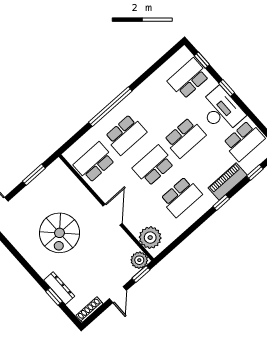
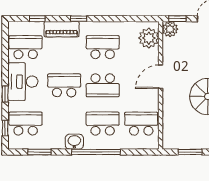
window: (157, 65) -> (39, 152), added
school desk: (188, 79) -> (26, 124), turned 180
washbasin: (136, 99) -> (74, 142), added
school desk: (94, 162) -> (141, 124), turned 180

